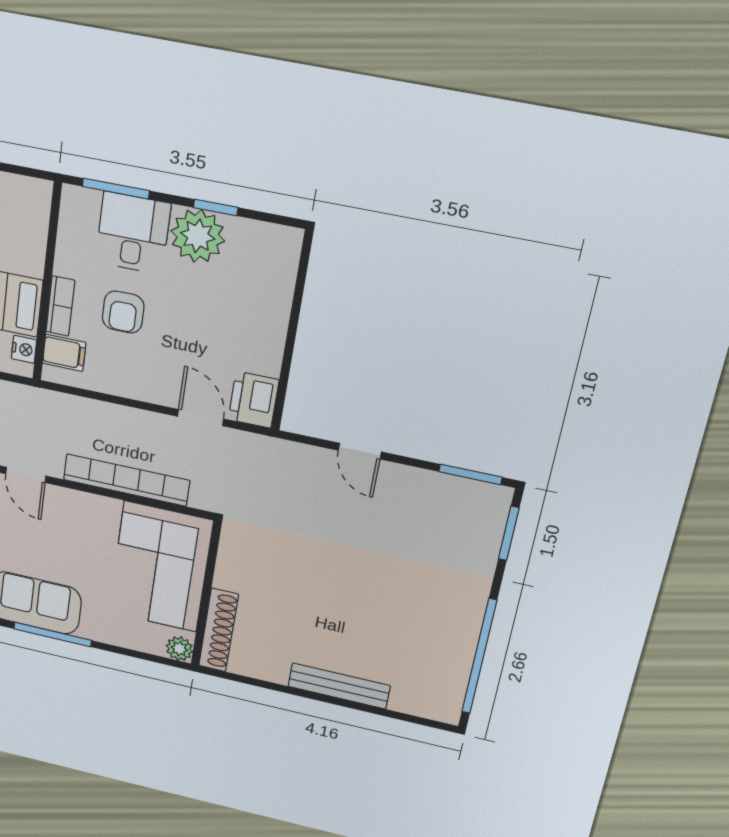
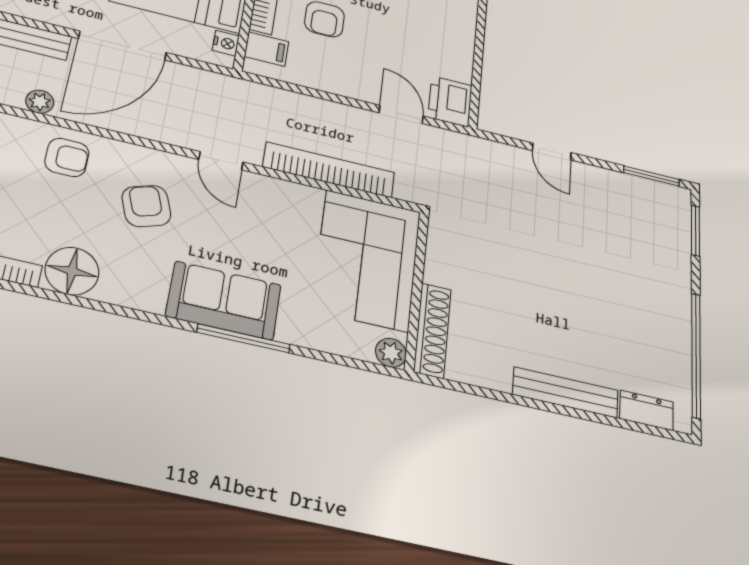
dresser: (416, 704) -> (647, 410), added

